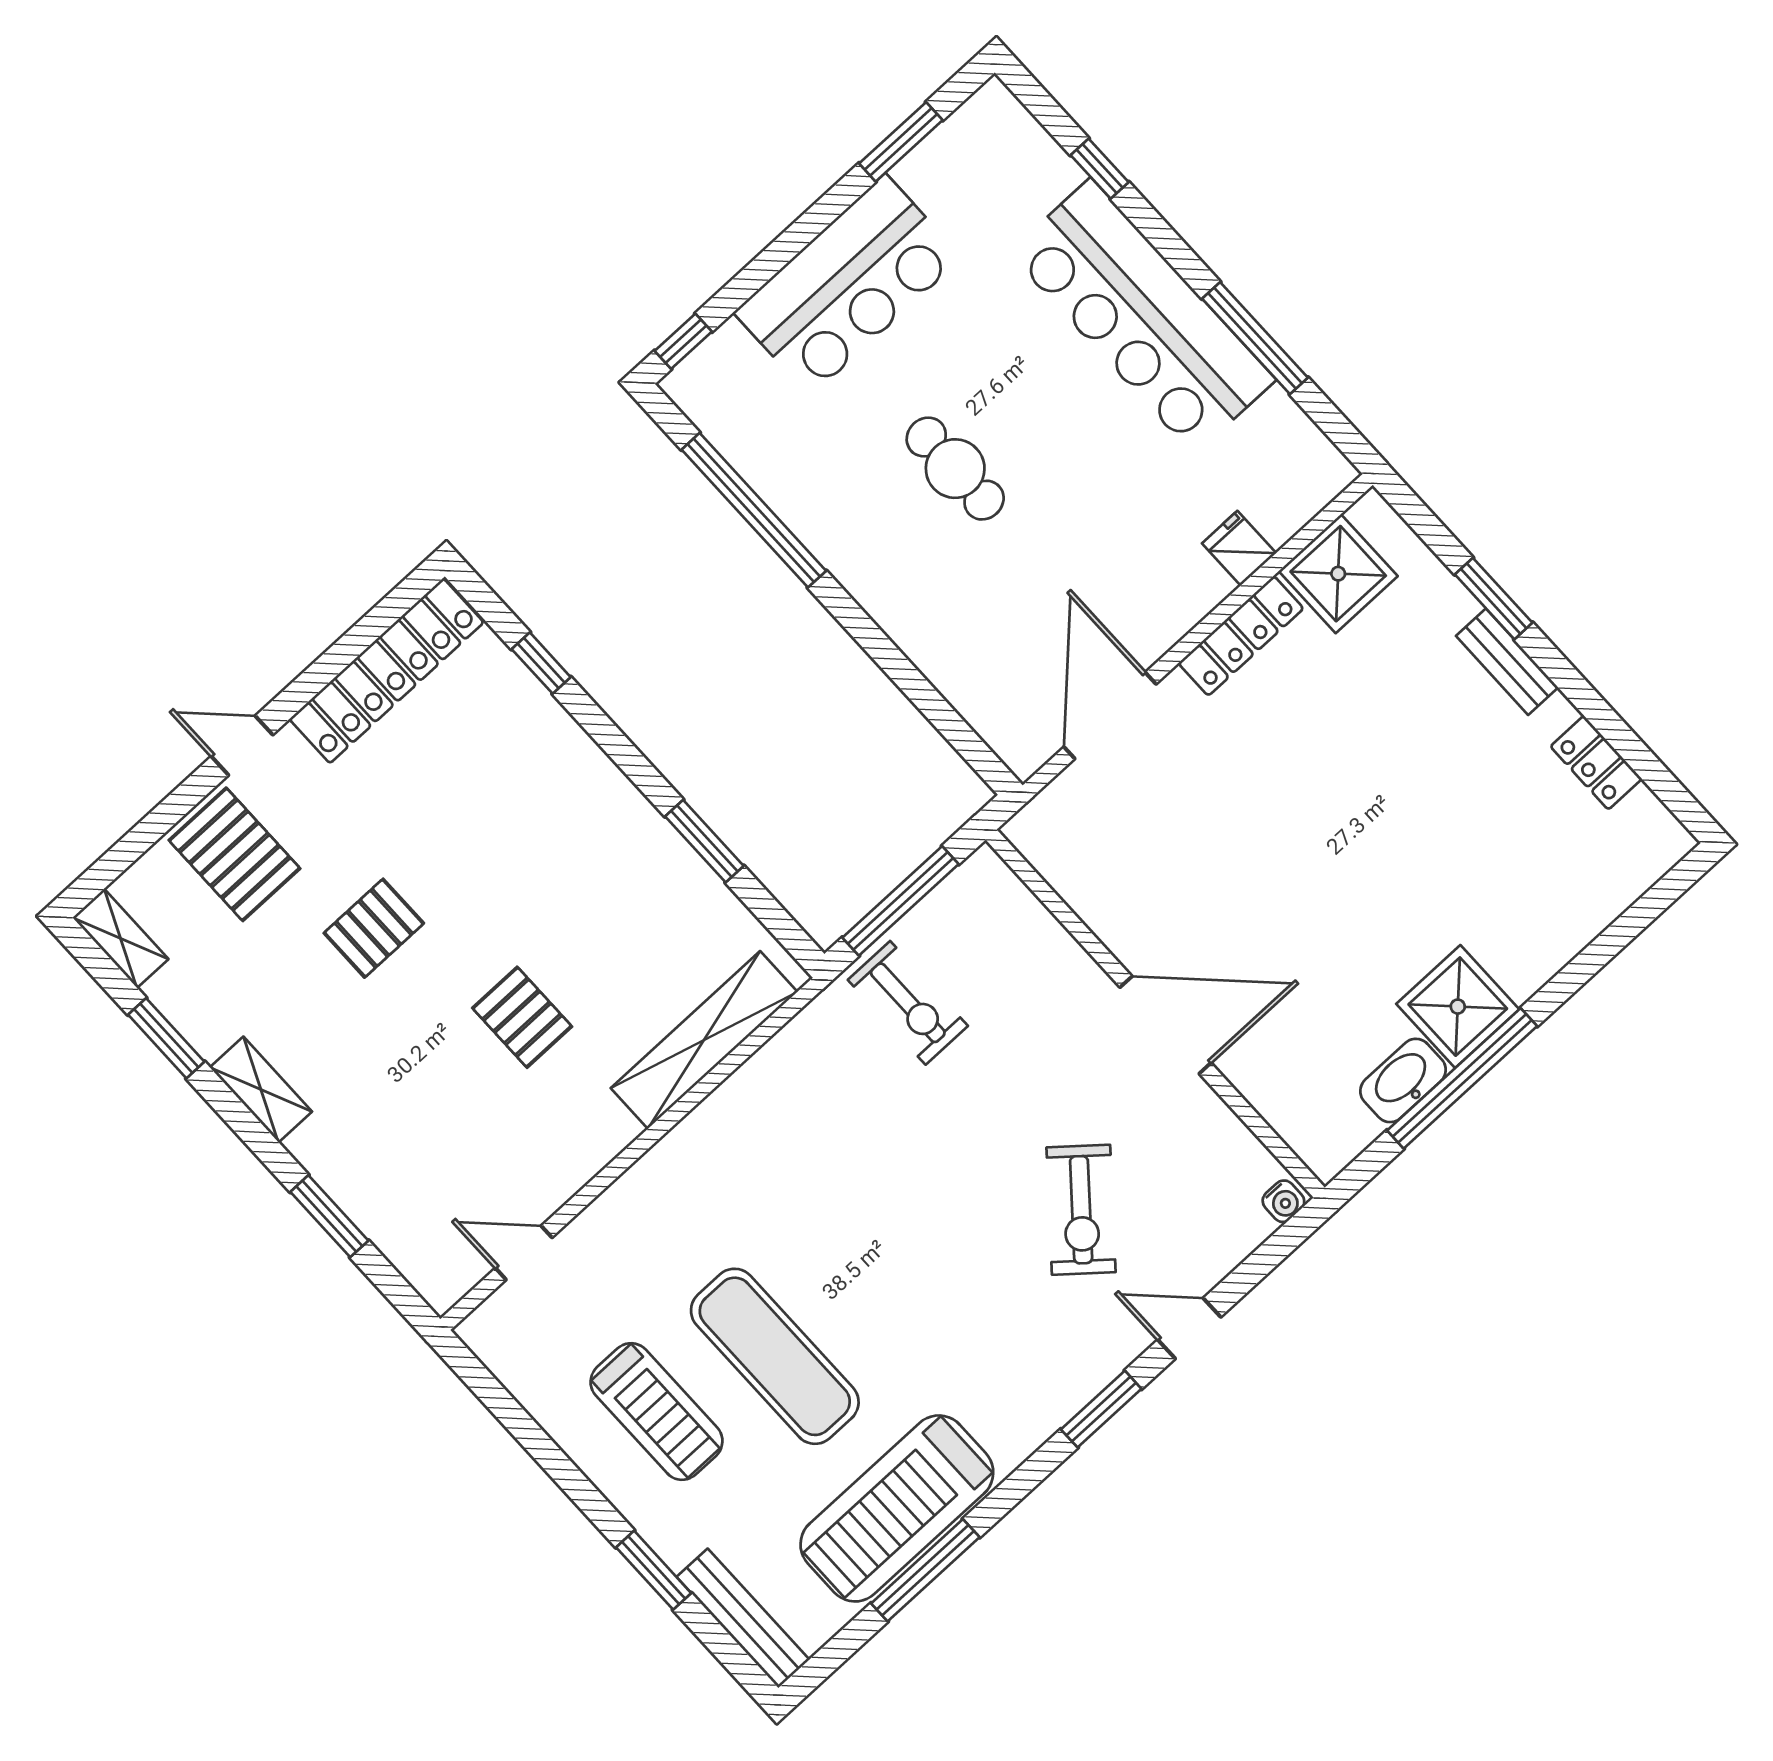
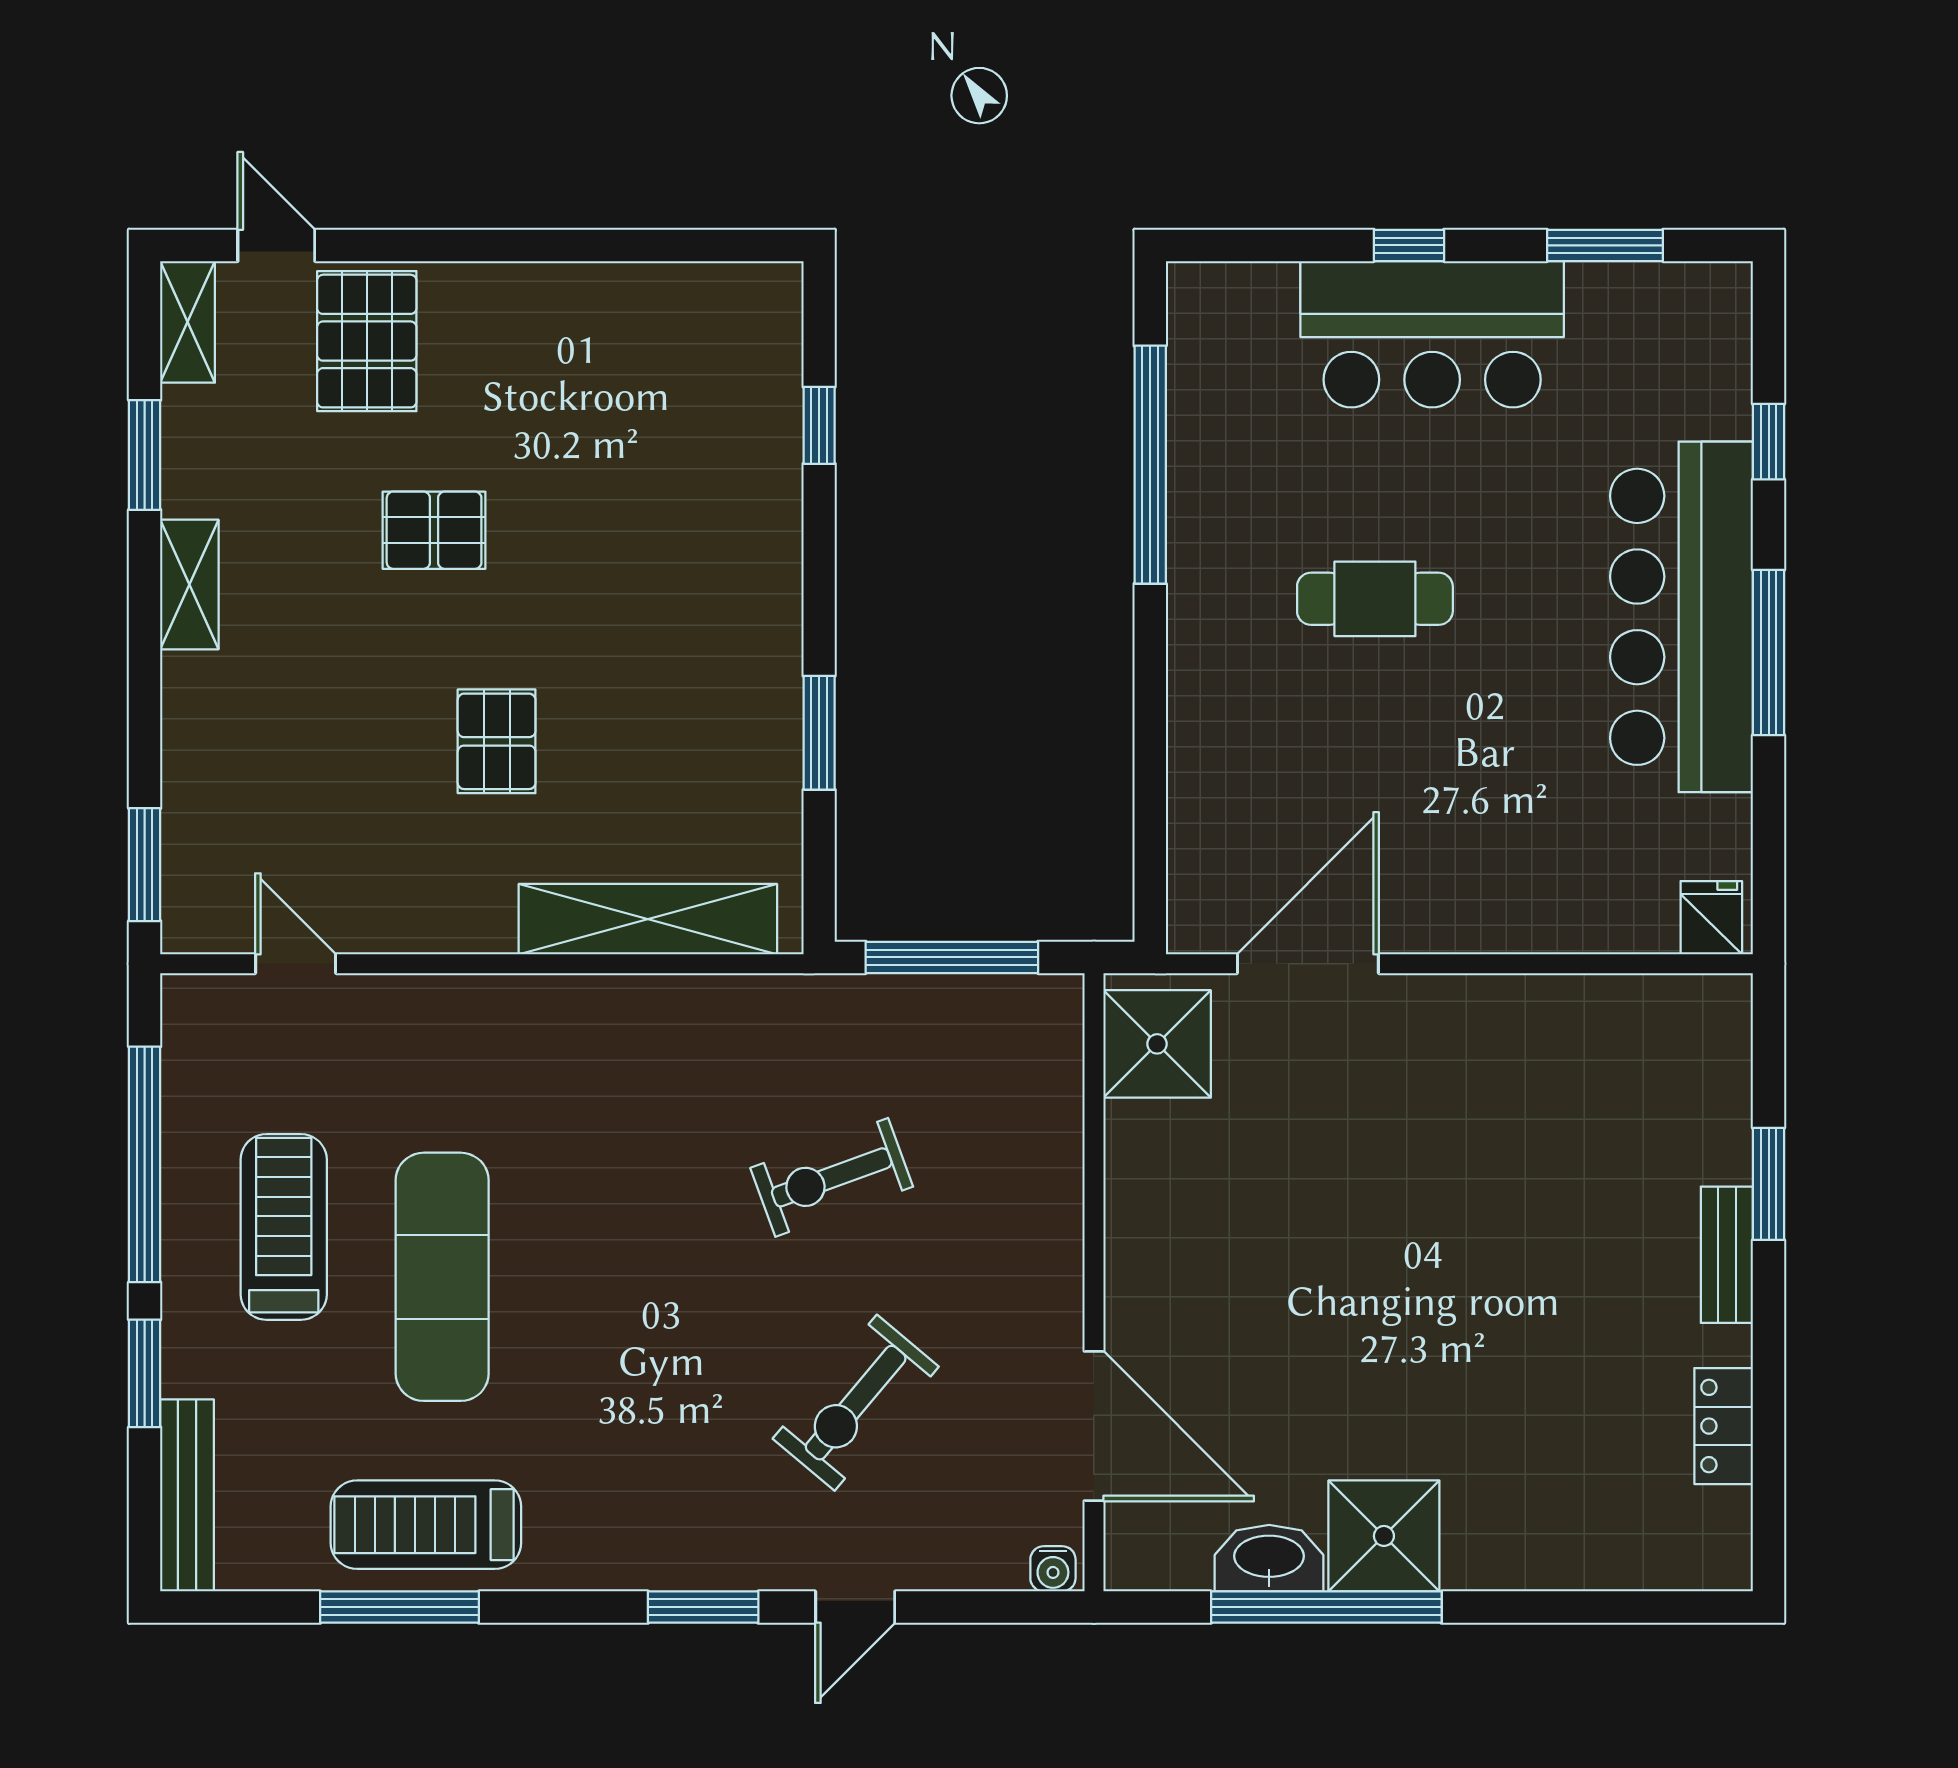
window: (1255, 338) -> (1769, 652), moved
window: (683, 341) -> (1409, 245), moved
cafe table: (955, 469) -> (1375, 599), turned 90
fridge: (1239, 548) -> (1711, 918), moved
shower: (1338, 574) -> (1157, 1044), moved
locker: (1241, 636) -> (1499, 1002), removed
locker: (387, 671) -> (667, 300), removed
door: (242, 746) -> (276, 245), moved
exercise bike: (908, 1003) -> (832, 1177), moved, turned 70
door: (1166, 1025) -> (1094, 1426), moved
window: (329, 1216) -> (145, 865), moved
door: (1189, 1328) -> (855, 1607), swing flipped
treadmill: (657, 1412) -> (284, 1227), turned 180
window: (543, 1449) -> (145, 1164), added
treadmill: (897, 1508) -> (426, 1525), width x0.73, depth x0.73

